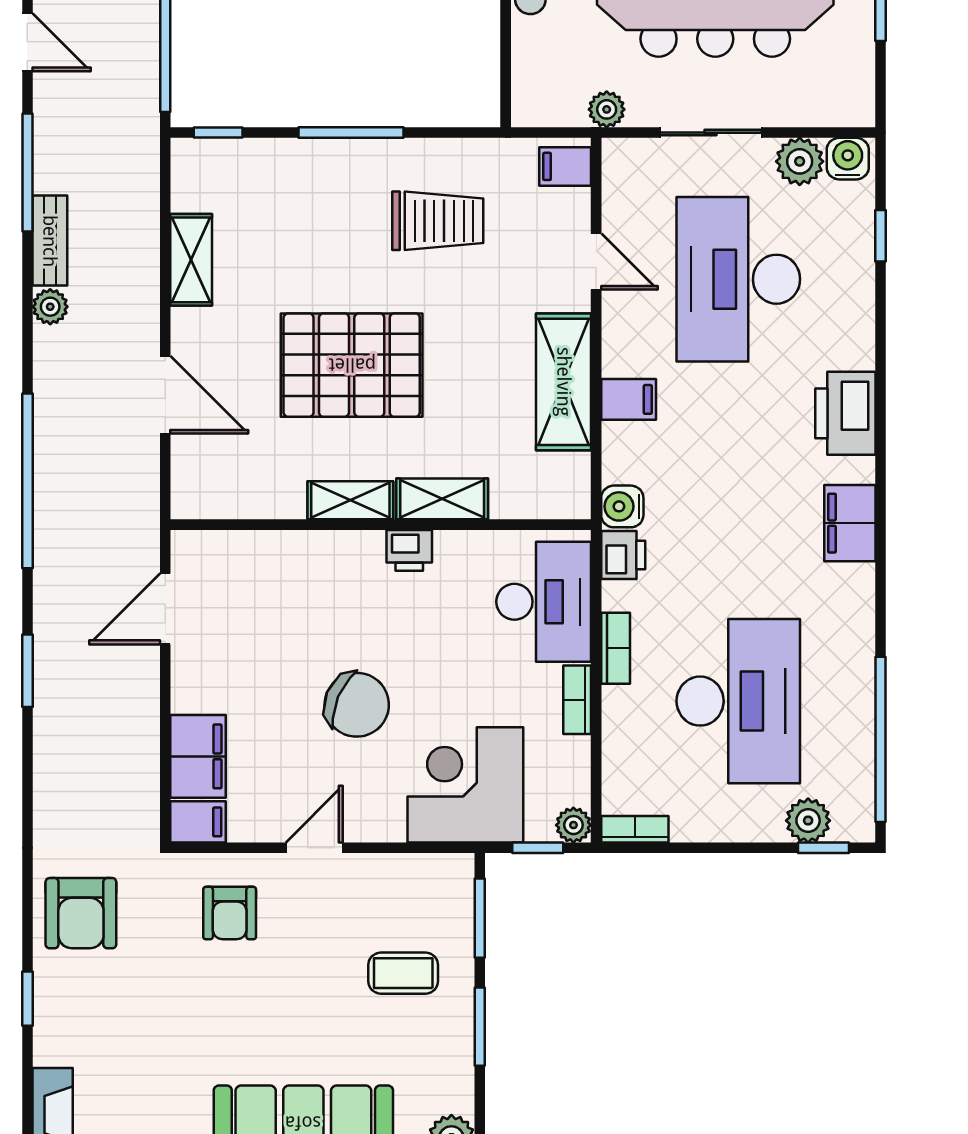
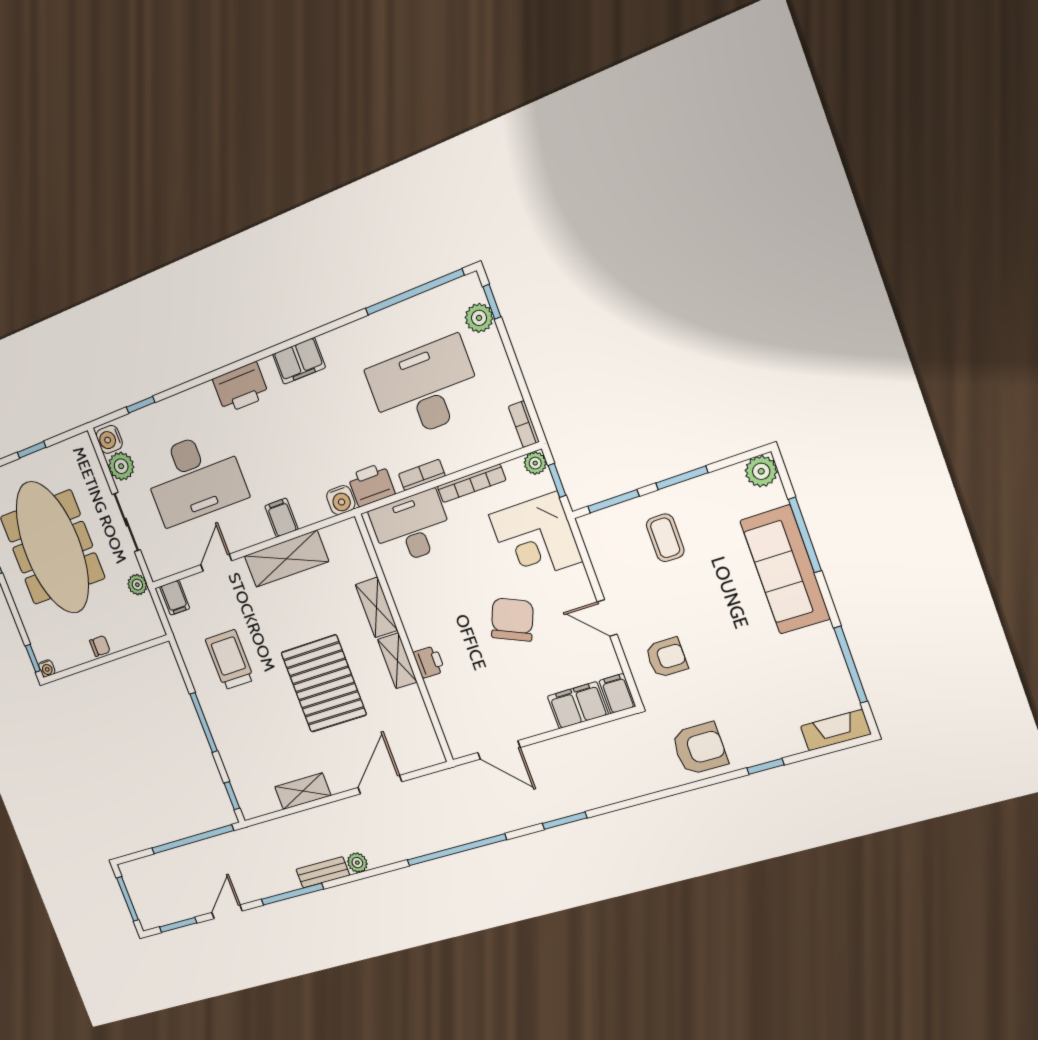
printer: (409, 550) -> (429, 662), moved
printer: (623, 555) -> (371, 485), width x1.36, depth x1.24
bookcase: (577, 700) -> (471, 483), width x1.56

